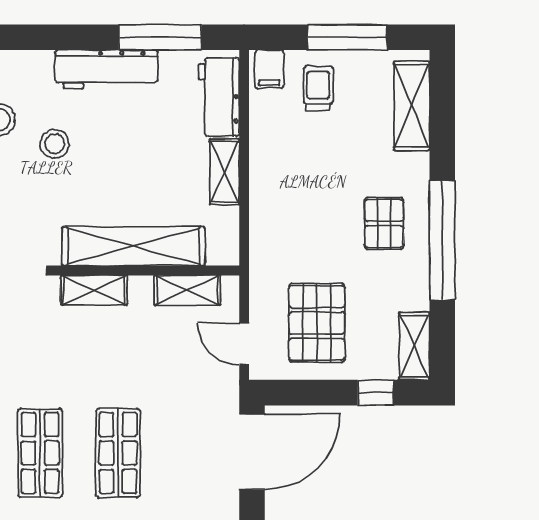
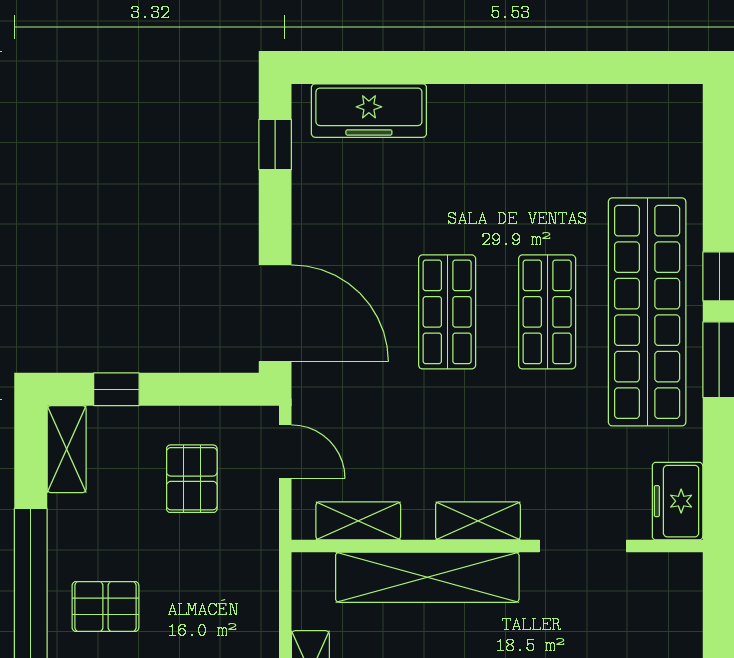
pallet: (384, 223) -> (105, 607), turned 90
pallet: (317, 323) -> (192, 479), width x0.67, depth x0.71
door: (252, 452) -> (275, 313), swing flipped

